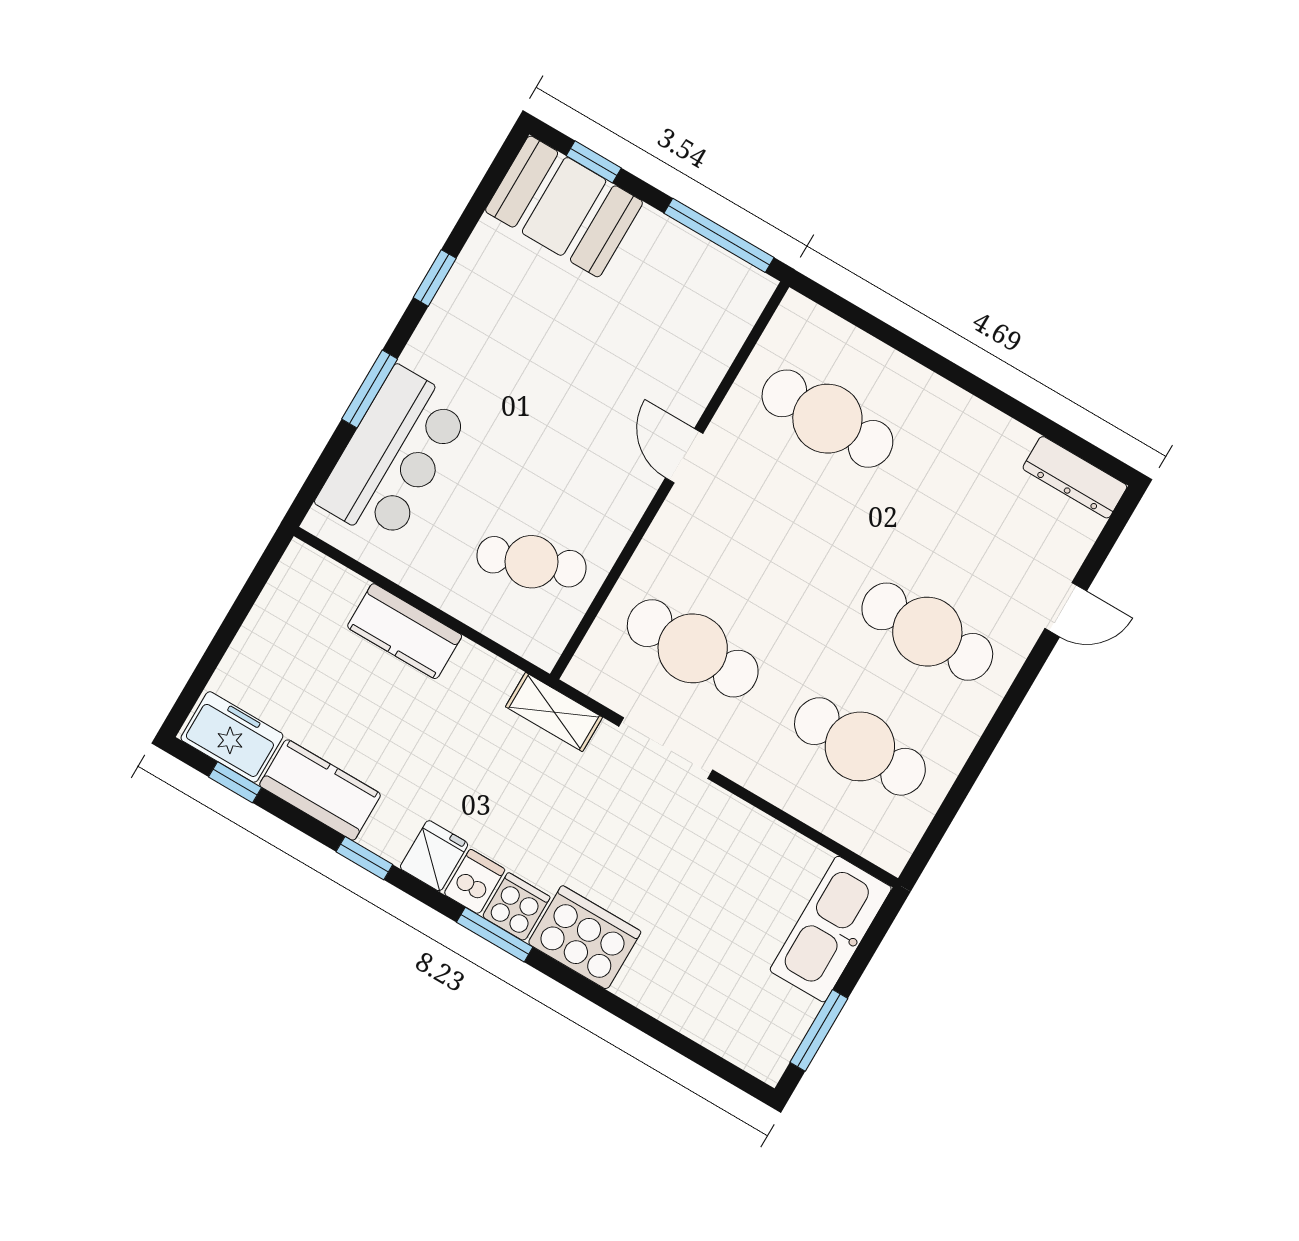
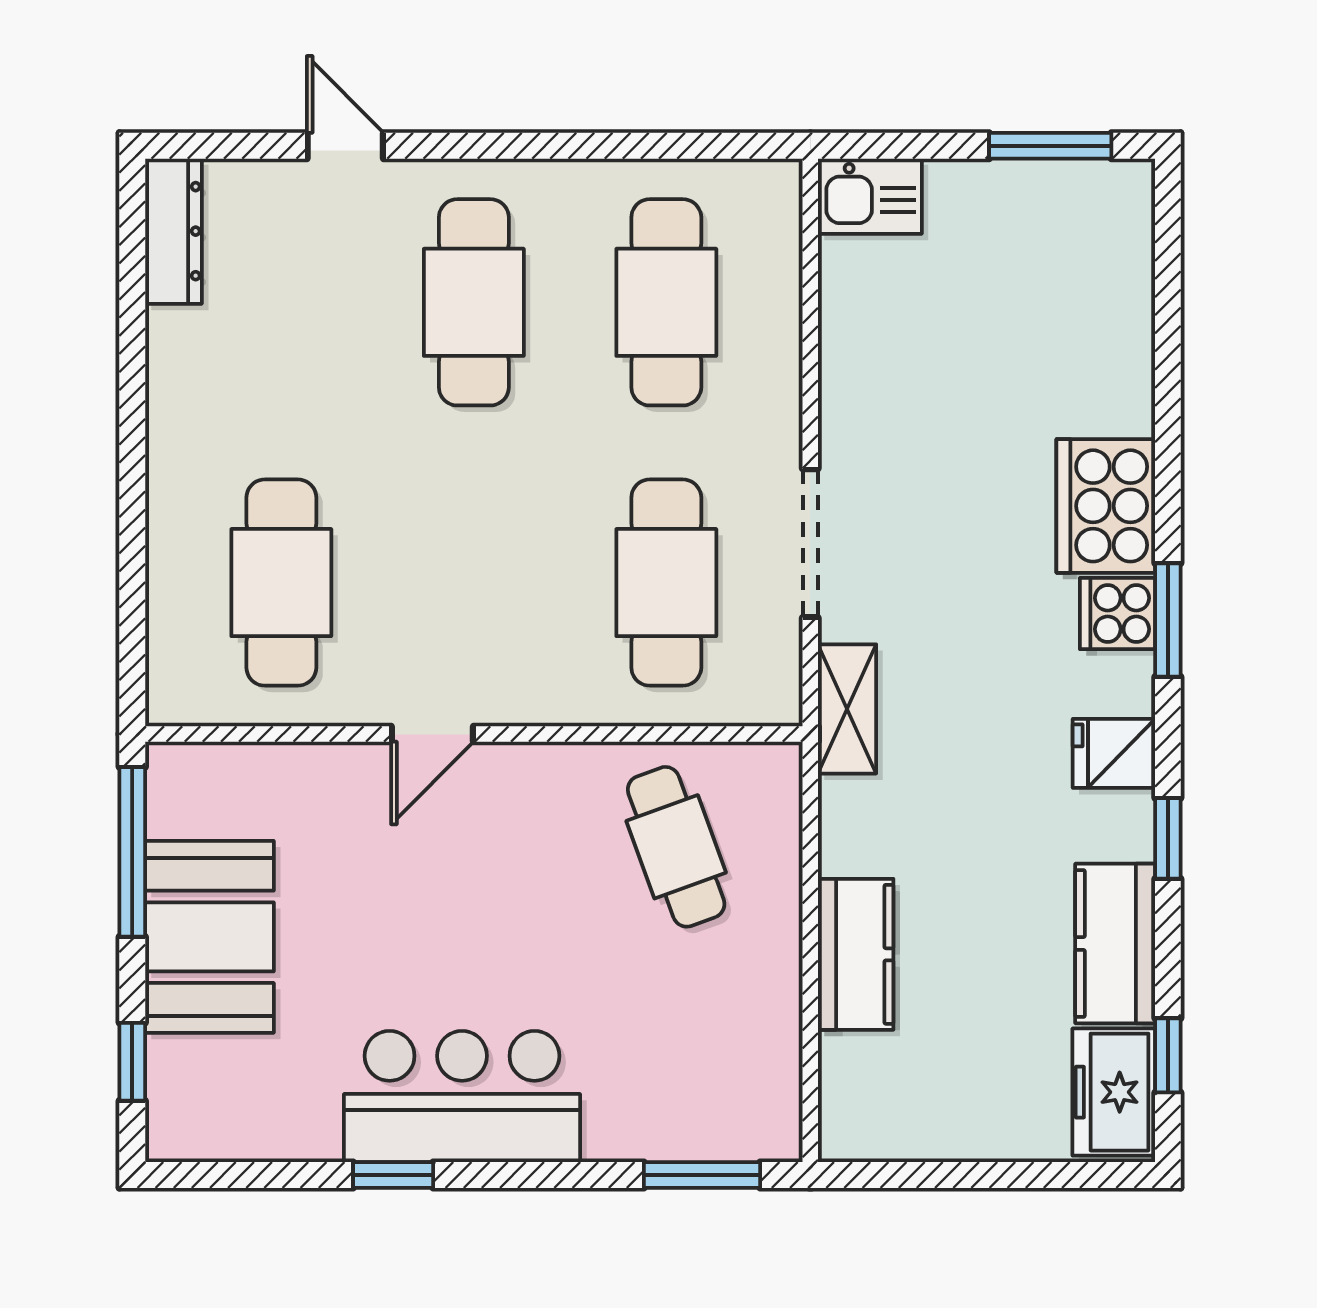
booth: (564, 206) -> (209, 937), moved
window: (370, 389) -> (702, 1175), moved
bar counter: (394, 455) -> (462, 1097), moved
dishwasher: (474, 882) -> (1117, 684), removed
kitchen sink: (831, 929) -> (870, 196), width x0.53, depth x0.81

